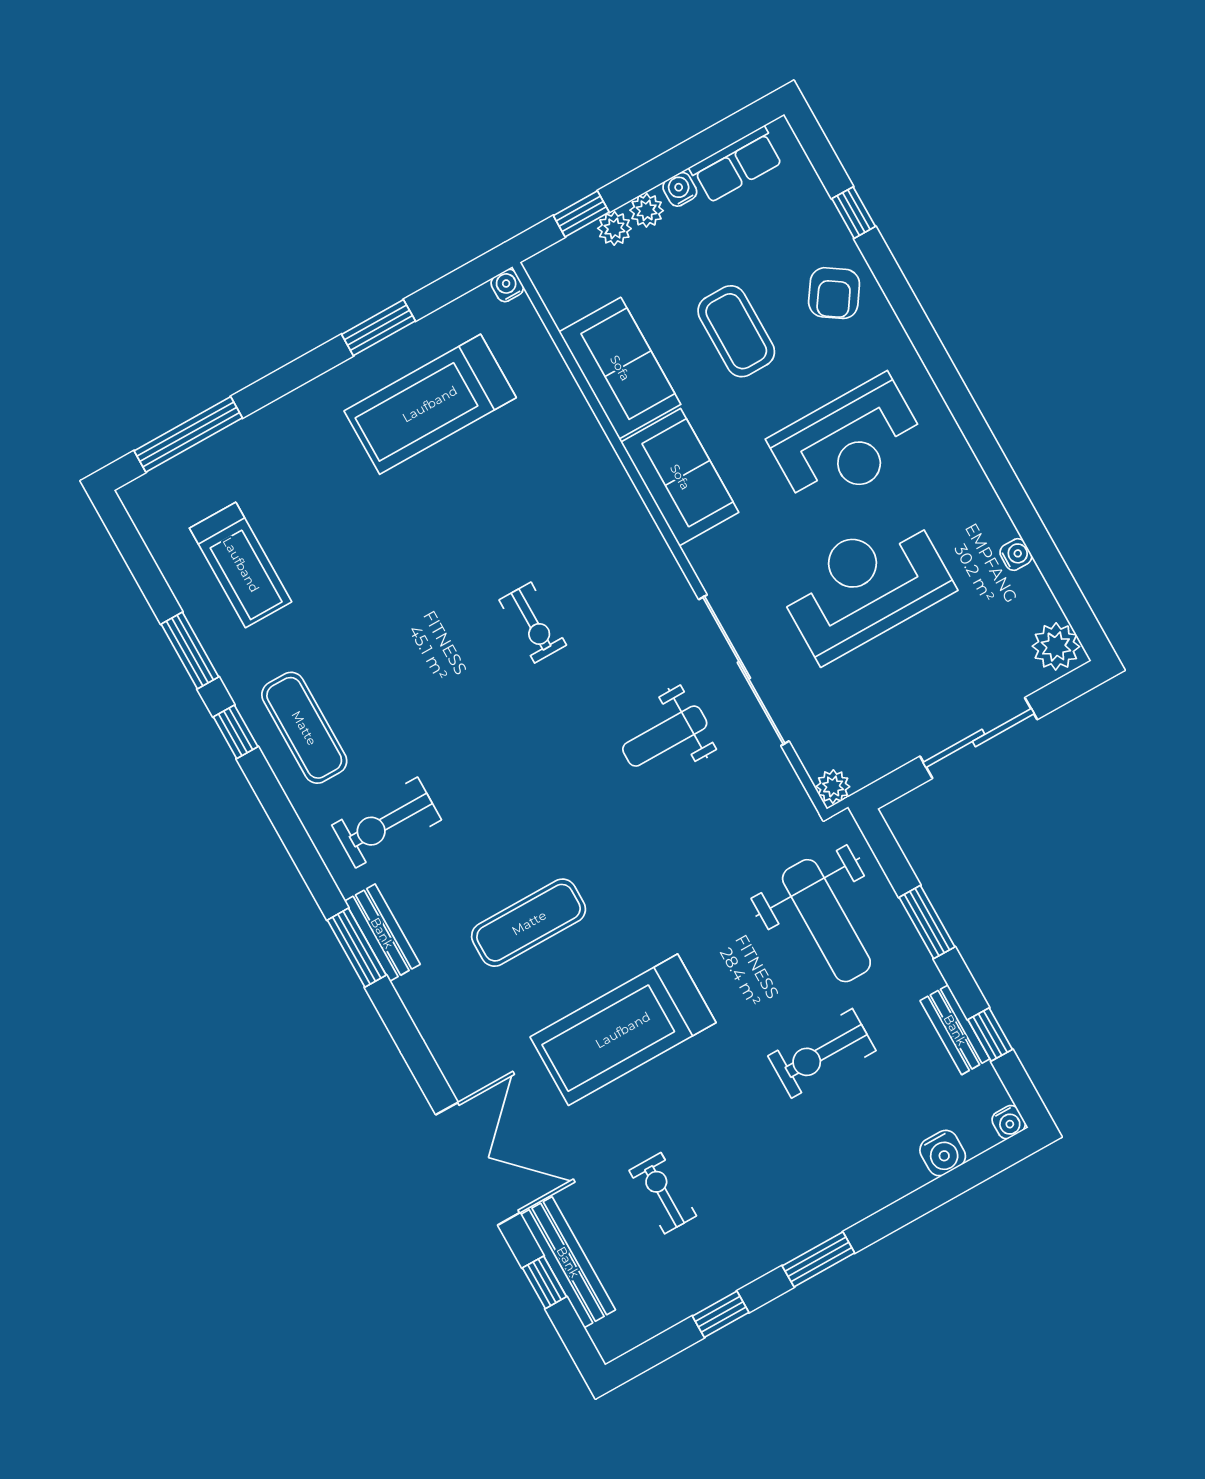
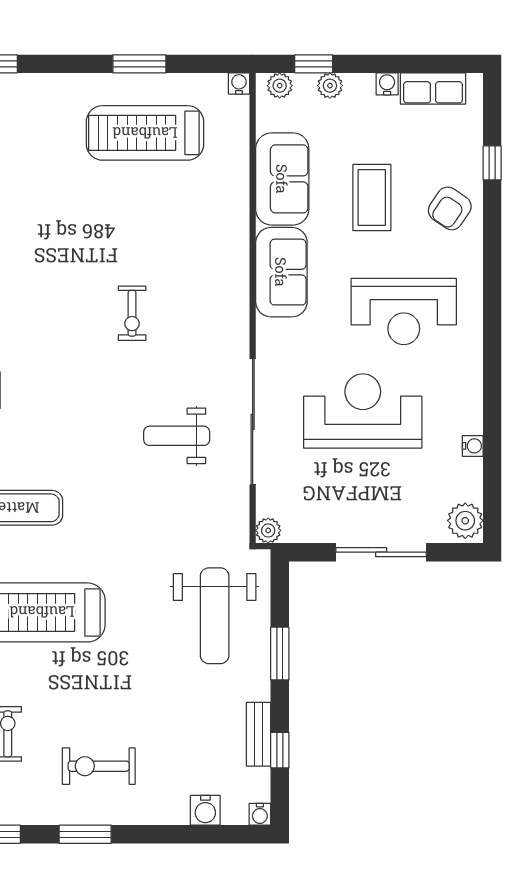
plant: (647, 210) -> (280, 86), moved
exercise bike: (822, 1053) -> (99, 766), moved

